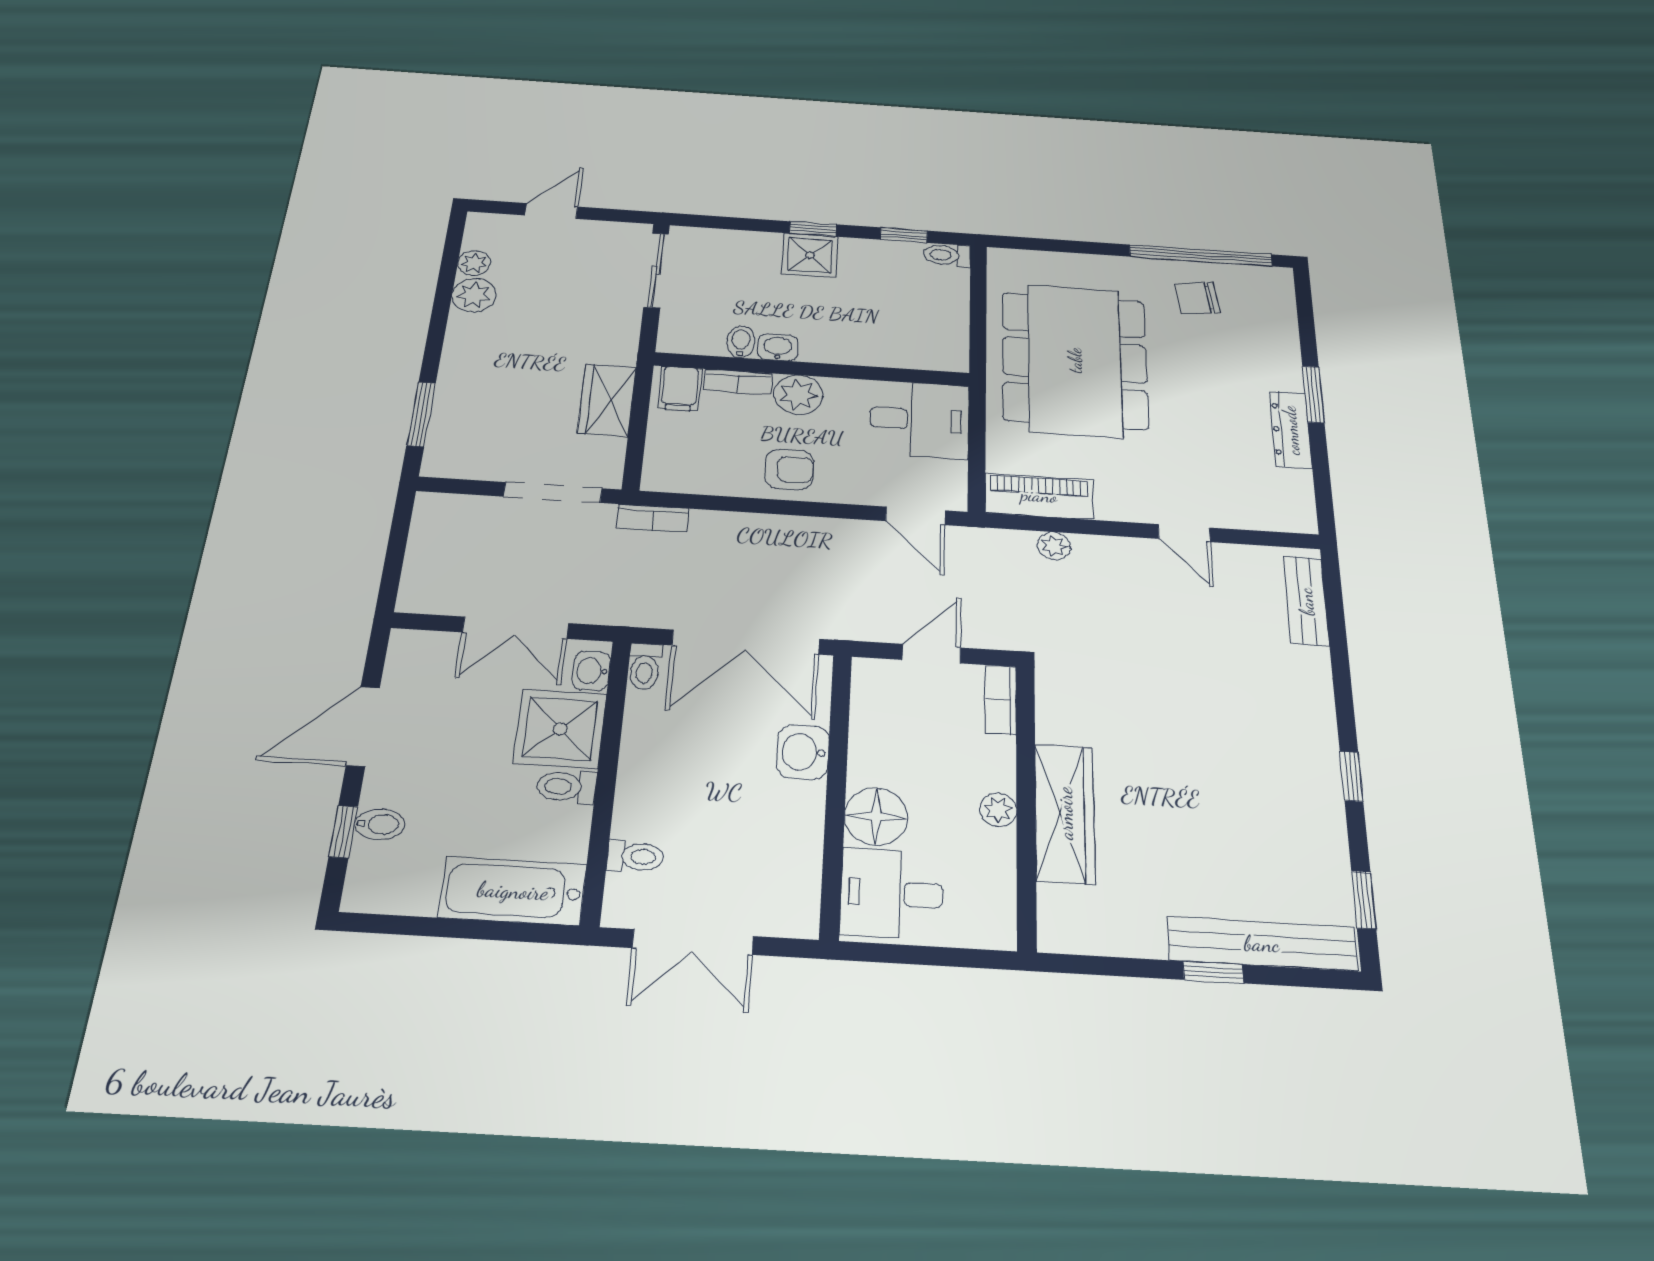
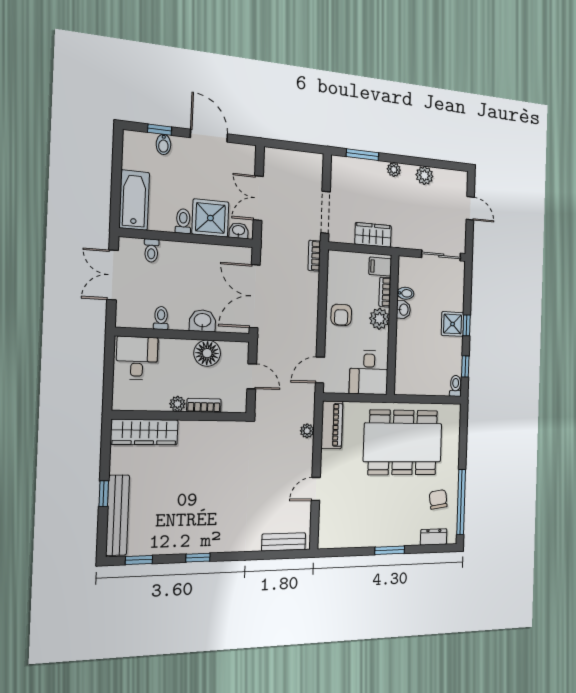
plant: (474, 263) -> (394, 170), moved
dresser: (1291, 430) -> (434, 537), moved, width x0.70
toilet: (645, 667) -> (161, 318), moved, turned 90
bookcase: (1001, 700) -> (204, 405), moved
wardrobe: (1065, 813) -> (144, 432), moved
floor lamp: (876, 817) -> (207, 353), moved

